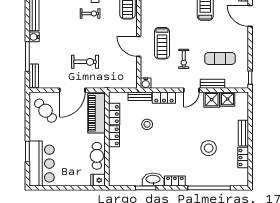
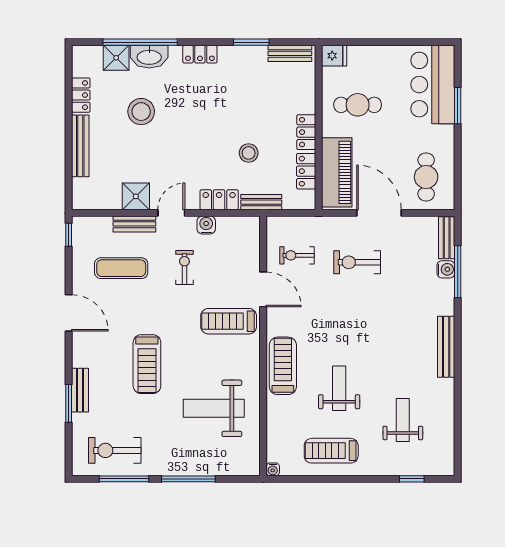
exercise bike: (90, 14) -> (297, 255), moved
door: (250, 16) -> (69, 313), moved
water cooler: (34, 37) -> (446, 269), moved
treadmill: (162, 43) -> (229, 321), moved, turned -90
water cooler: (146, 83) -> (206, 225), moved
door: (72, 90) -> (379, 213), hinge flipped
shower: (227, 99) -> (116, 58), moved
cafe table: (45, 111) -> (426, 177), turned 41
bench: (243, 133) -> (80, 146), width x1.36
cafe table: (97, 156) -> (358, 105), moved, turned 90
washbasin: (153, 180) -> (149, 57), moved
bench: (123, 181) -> (290, 53), added

